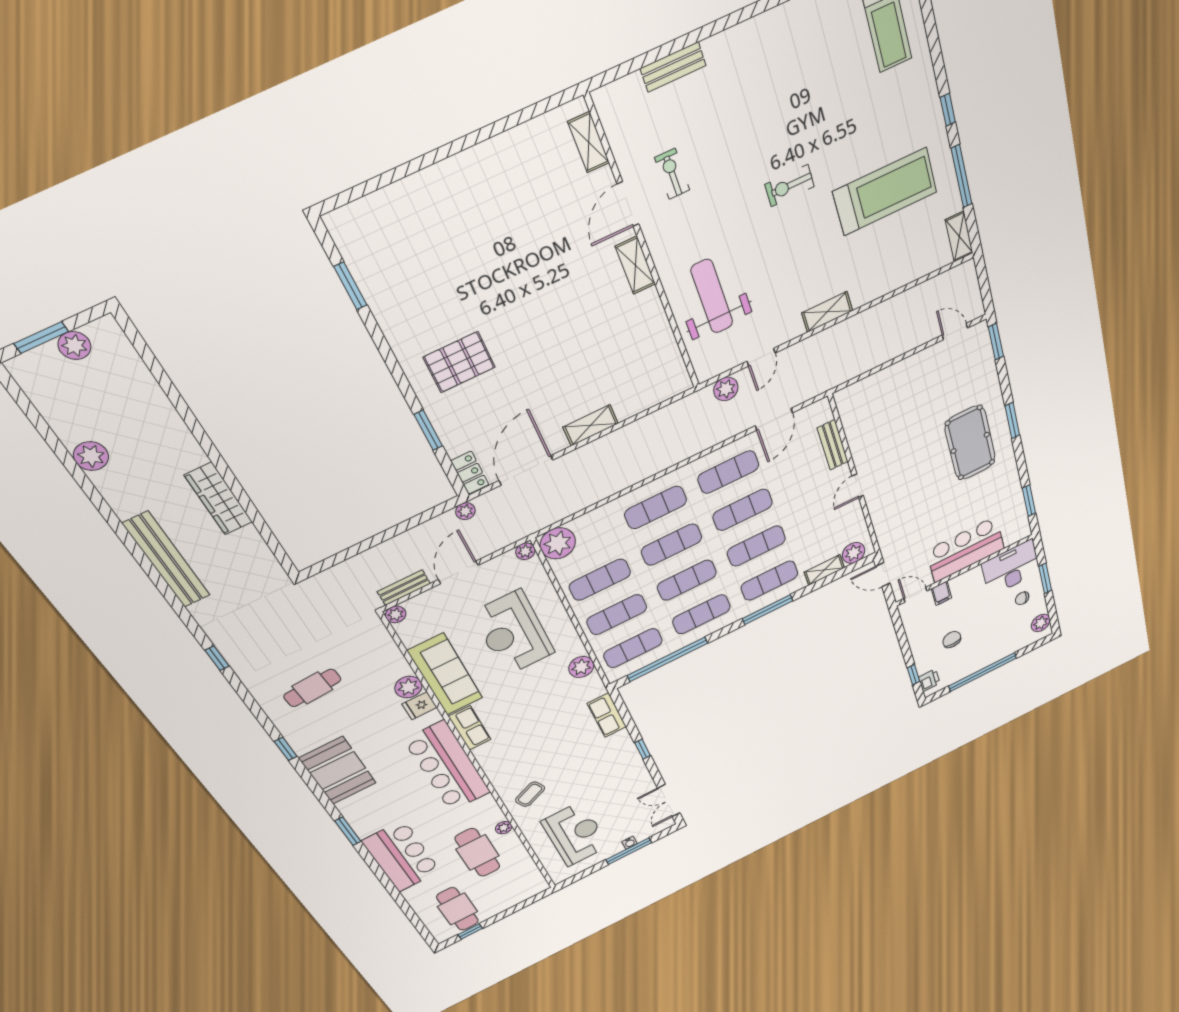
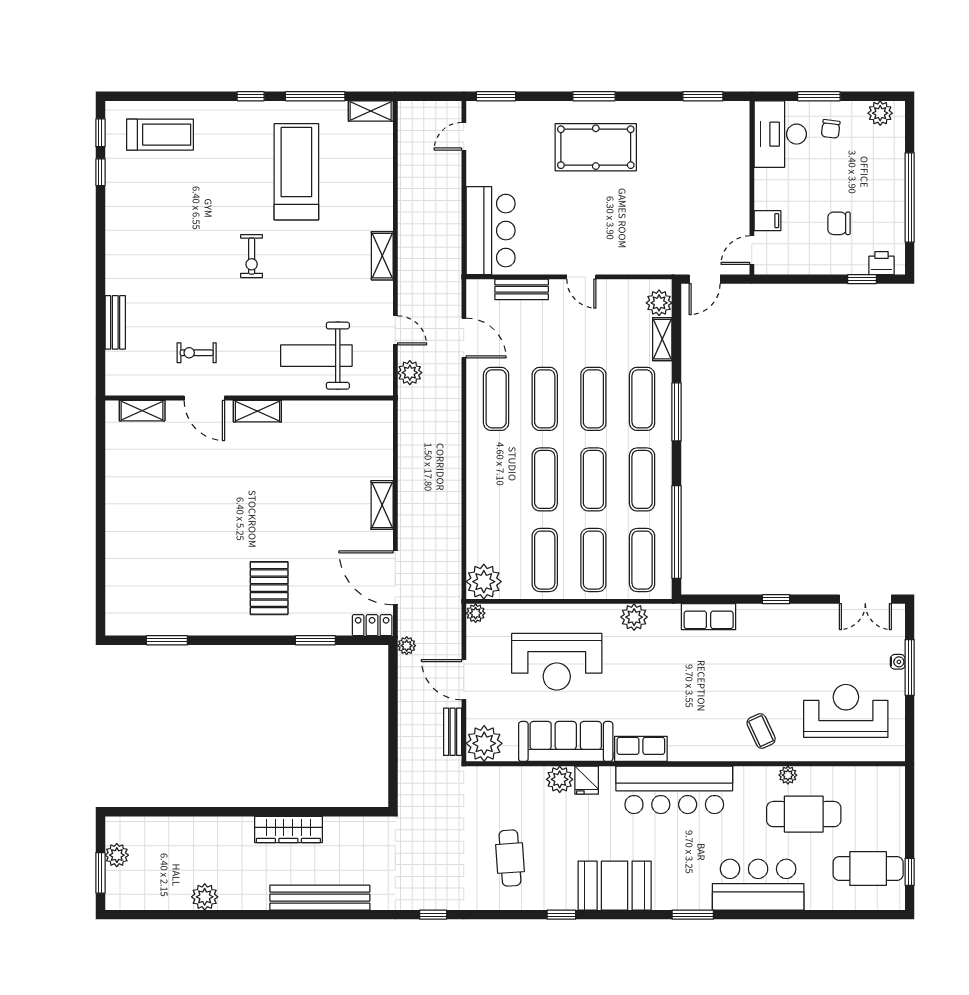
exercise mat: (656, 507) -> (496, 479), removed
bar counter: (965, 549) -> (491, 231), moved, turned 180
plant: (396, 614) -> (484, 743), width x1.87, depth x1.87

